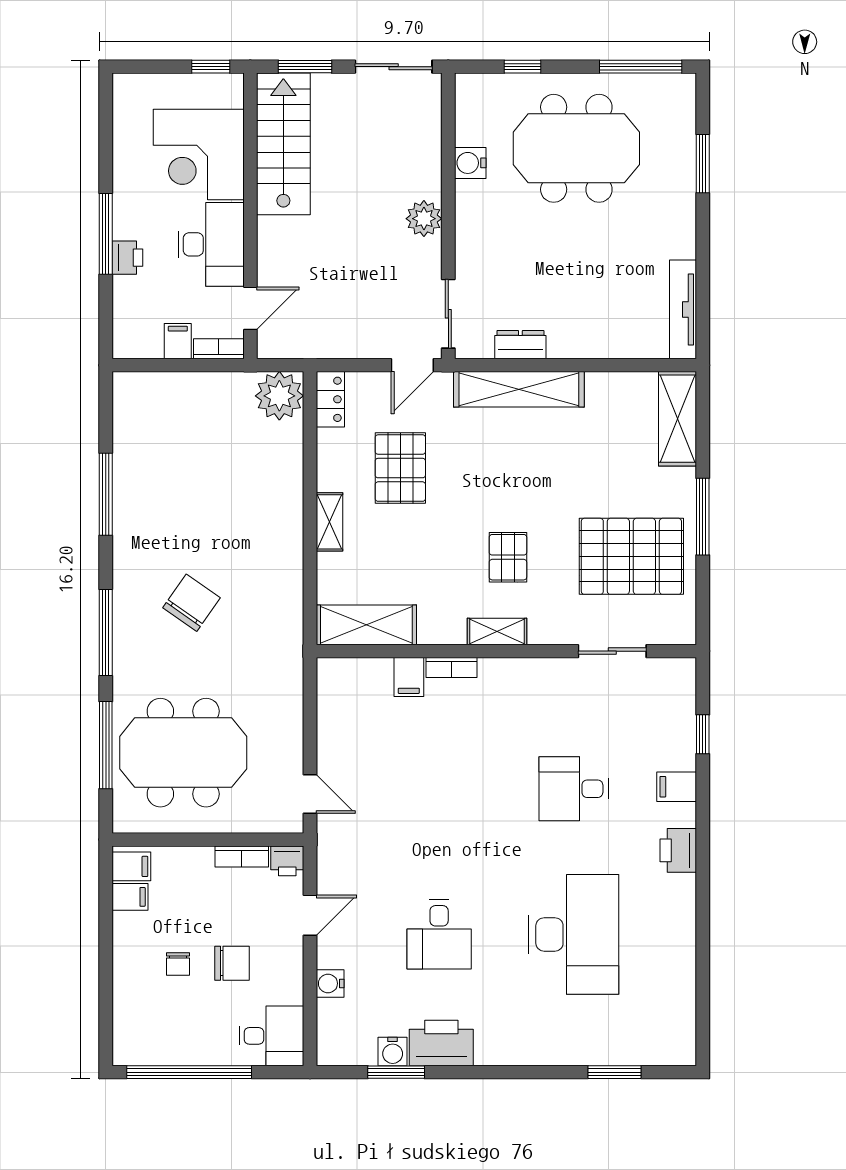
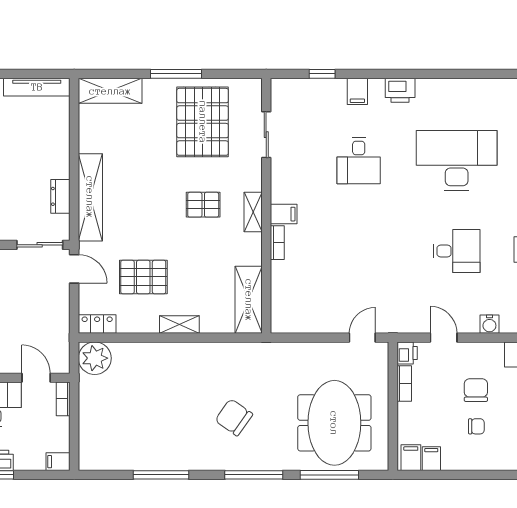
filing cabinet: (178, 341) -> (58, 462), moved
filing cabinet: (409, 677) -> (284, 214), moved

